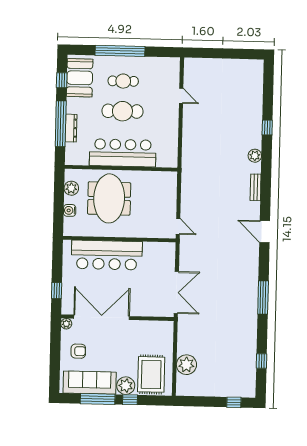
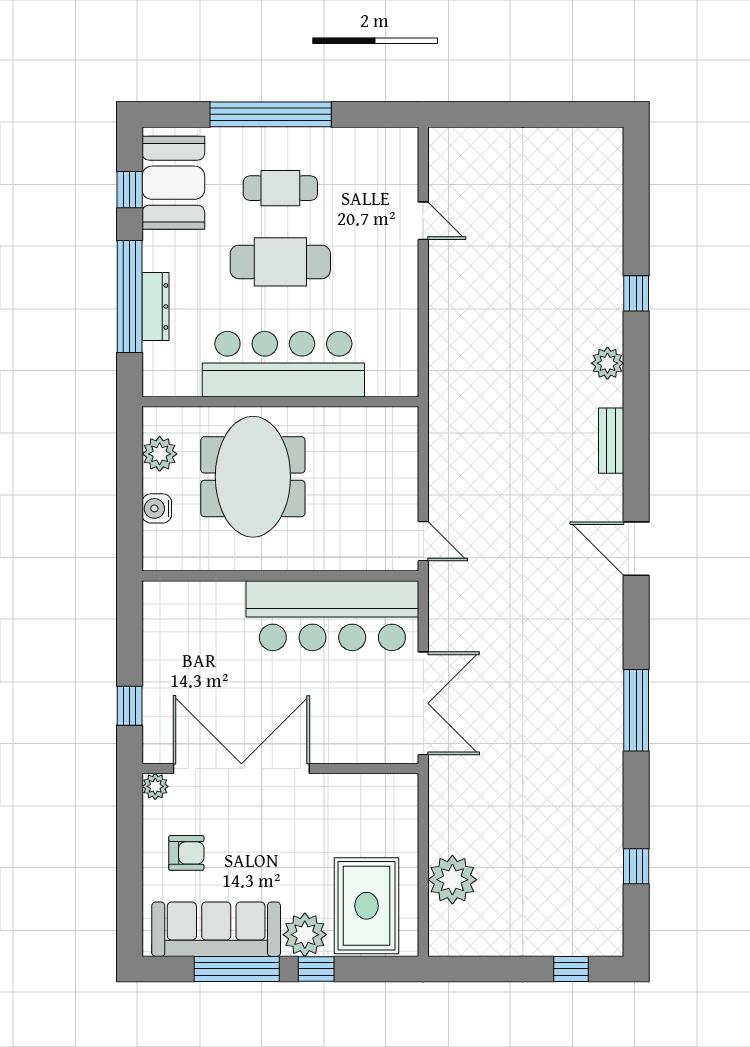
bar counter: (107, 255) -> (332, 616), moved

